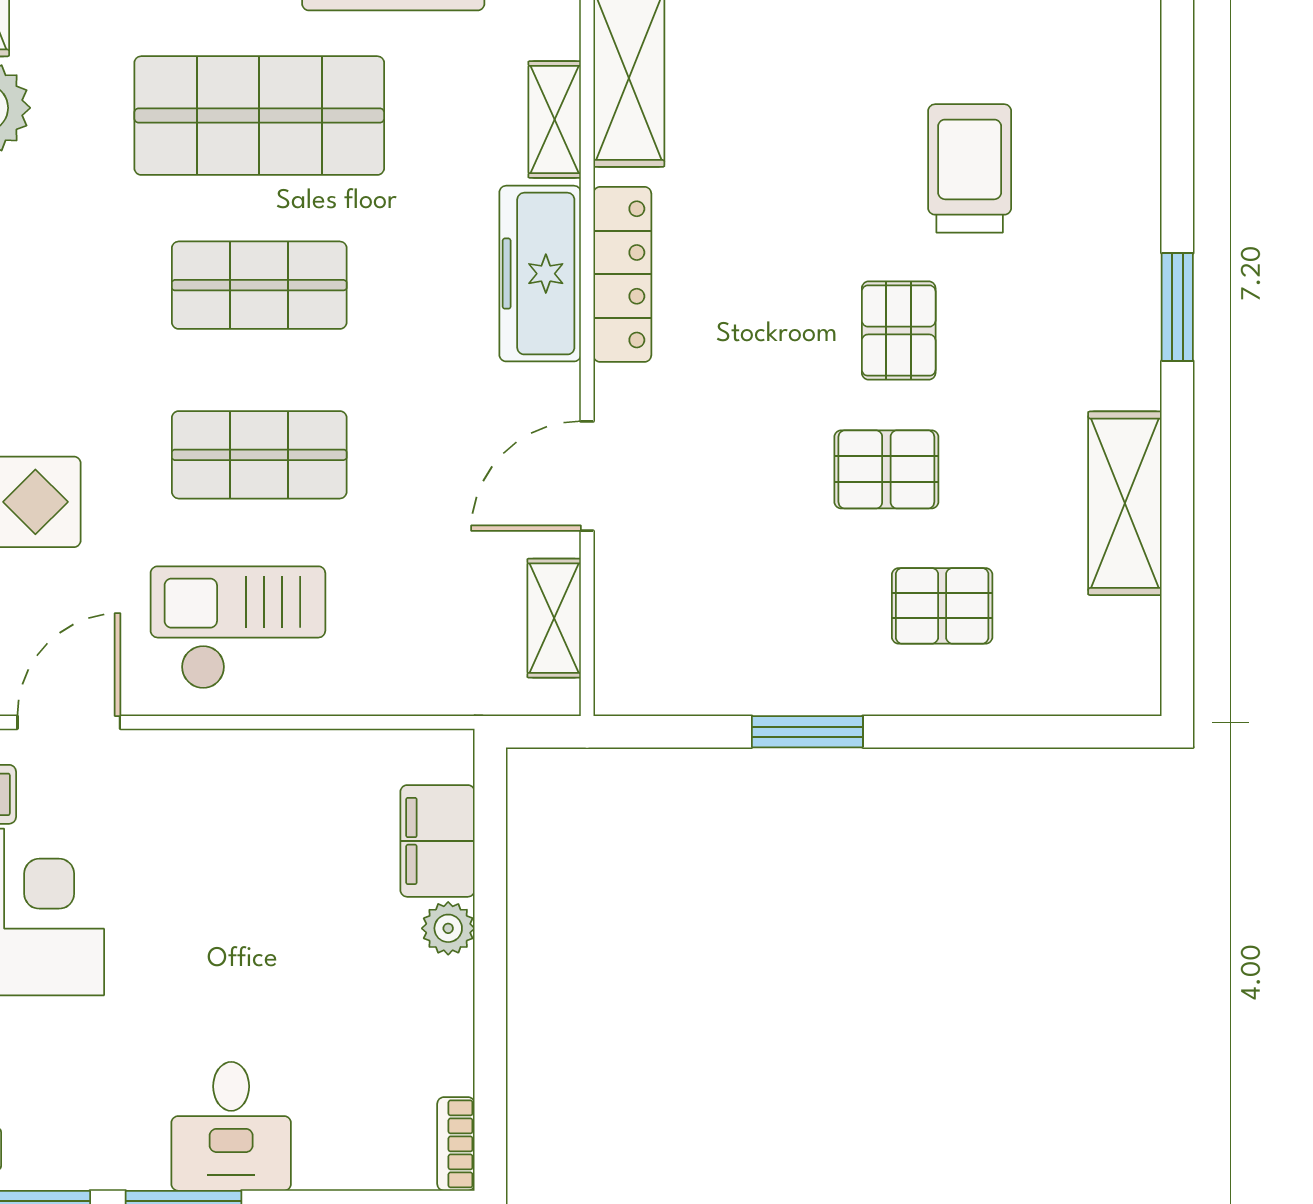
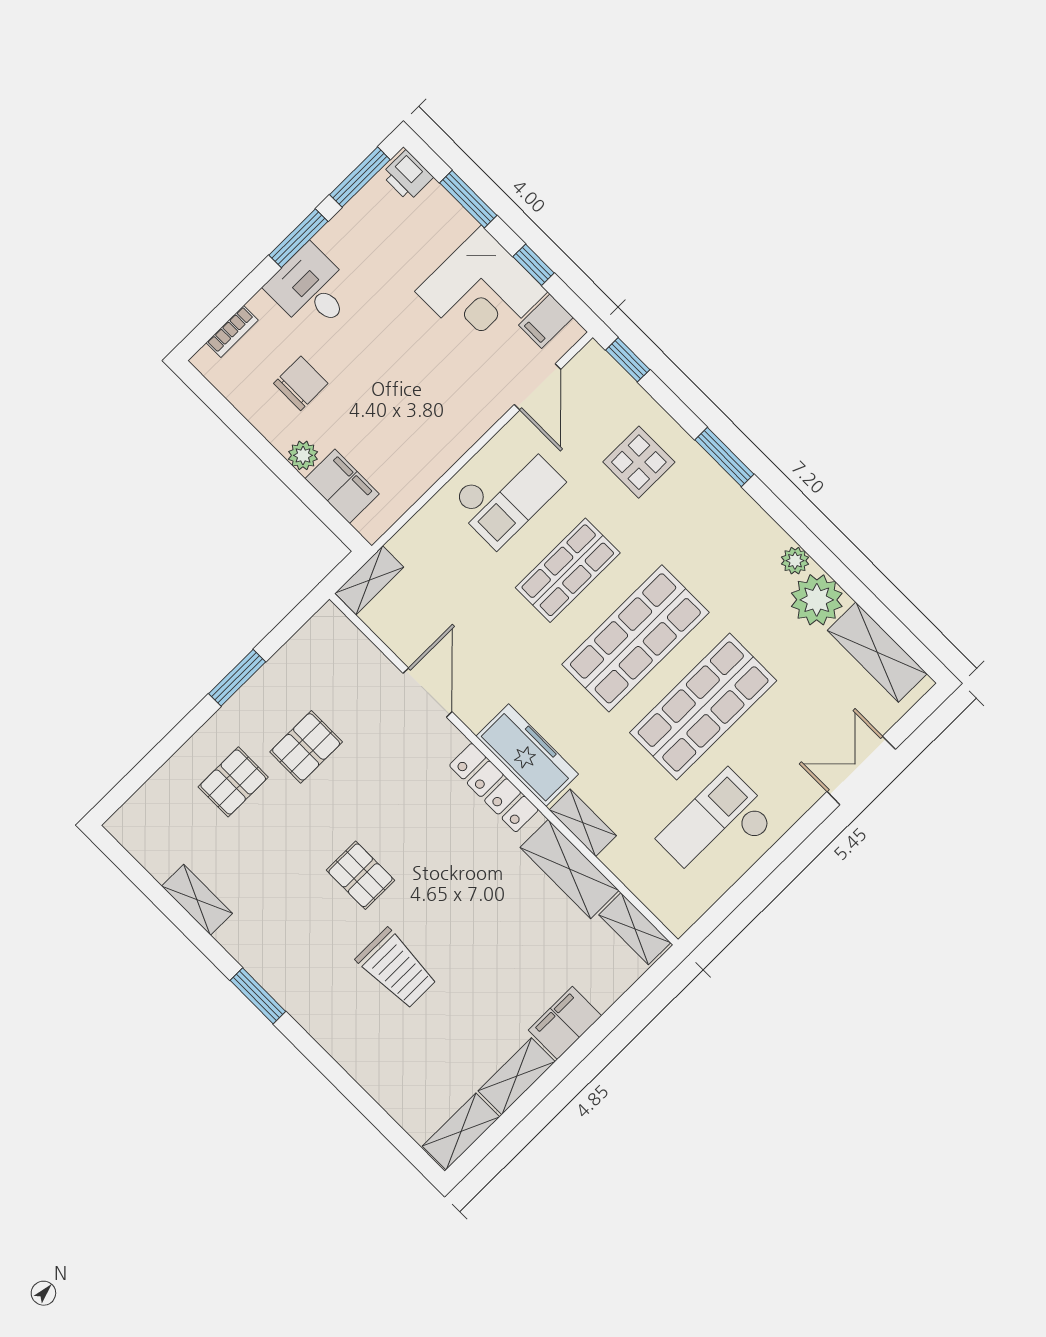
shop shelf: (259, 285) -> (635, 638), width x1.43, depth x1.36
pallet: (886, 469) -> (306, 747), moved
shelving: (1125, 503) -> (197, 900), width x0.67, depth x0.75
shelving: (554, 618) -> (369, 580), moved, turned 90
chair: (361, 1021) -> (301, 383), added
bookcase: (456, 1144) -> (232, 331), moved, turned 90

